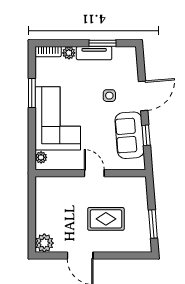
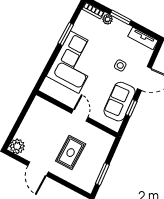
window: (103, 43) -> (121, 17), moved
tv unit: (94, 53) -> (143, 38), moved
plant: (41, 157) -> (48, 84), removed
rug: (106, 219) -> (71, 153), turned 90

